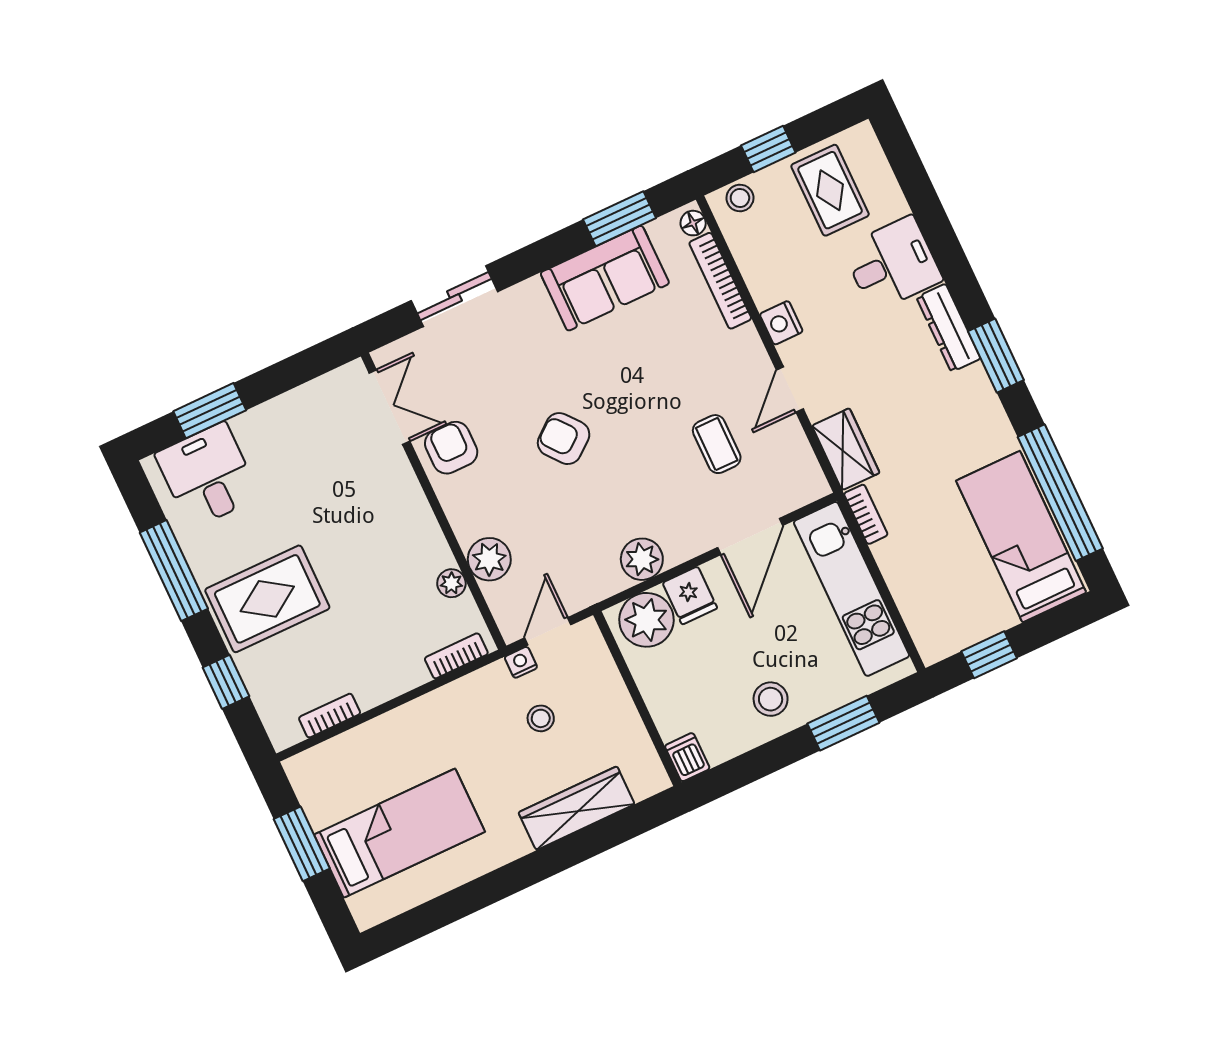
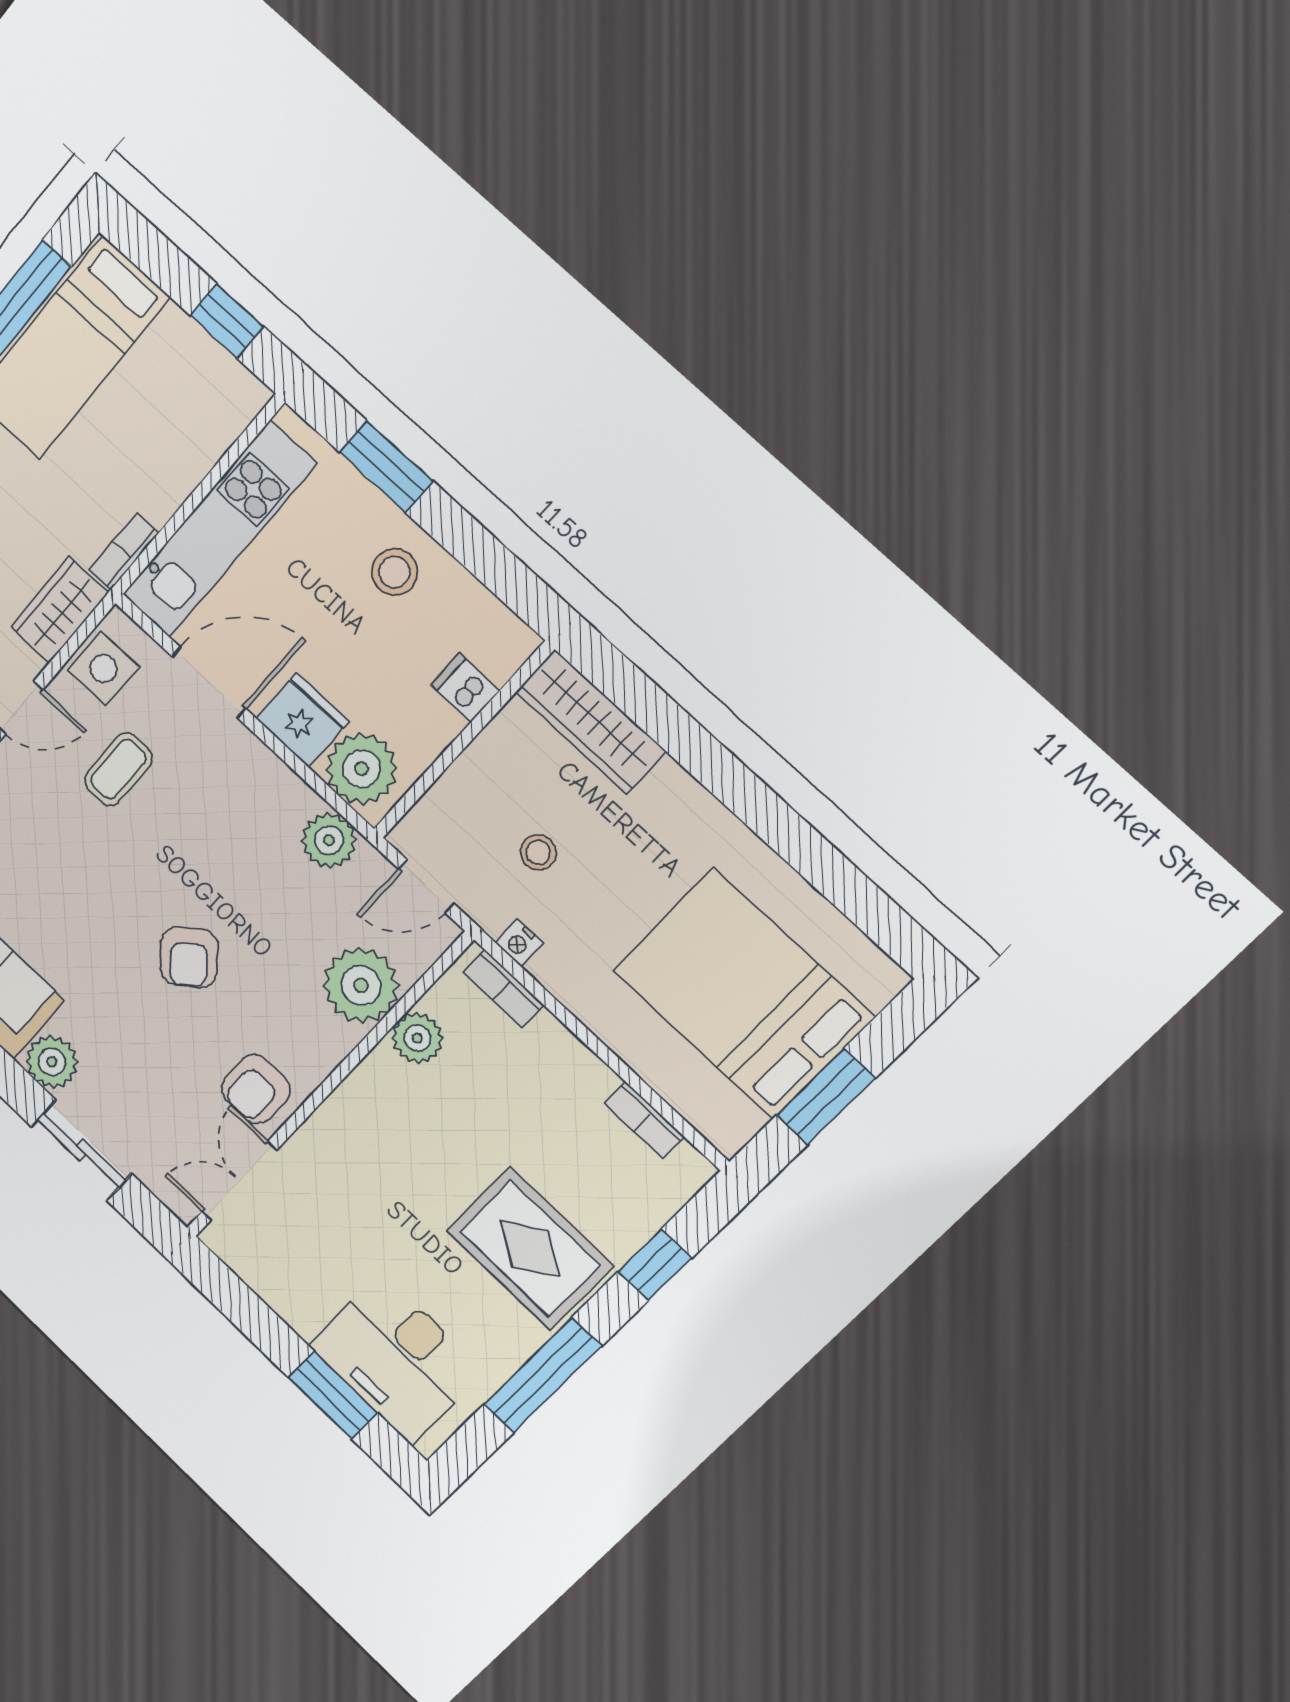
plant: (527, 302) -> (52, 1062), added
side table: (791, 464) -> (103, 668), added
desk: (207, 475) -> (396, 1359), width x1.37
plant: (489, 559) -> (361, 985), width x1.36, depth x1.36
plant: (642, 559) -> (329, 840), moved
plant: (451, 583) -> (417, 1038), width x1.38, depth x1.38
fridge: (690, 595) -> (302, 720), width x1.38
nightstand: (521, 662) -> (519, 943), moved
dishwasher: (687, 757) -> (465, 688), moved, turned 90
wardrobe: (577, 808) -> (591, 721), moved
bed: (399, 833) -> (743, 994), width x1.50

